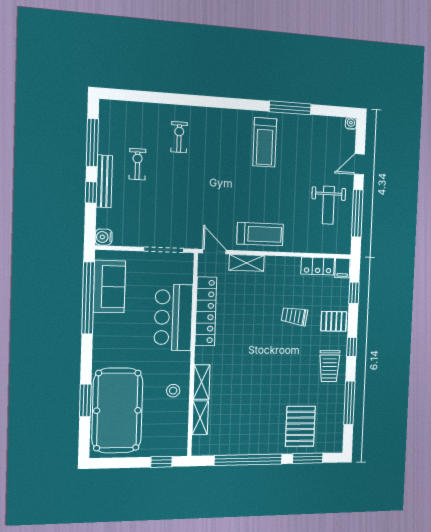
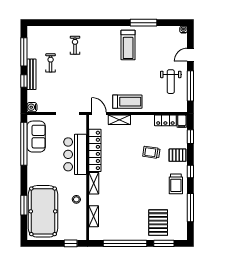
shelving: (202, 382) -> (94, 183), moved

